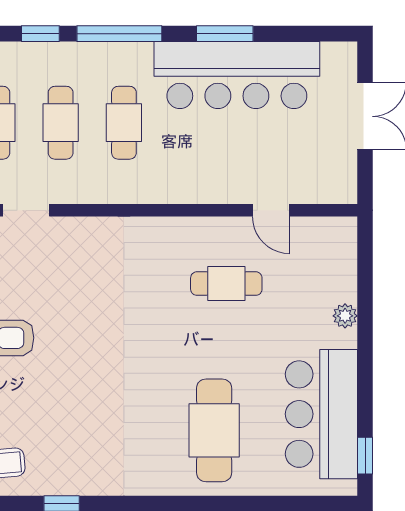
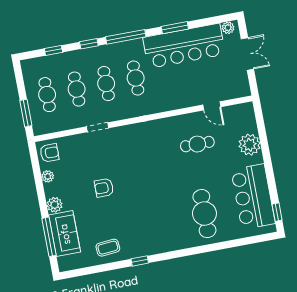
plant: (335, 54) -> (228, 28), added
plant: (345, 316) -> (250, 145), width x1.87, depth x1.87

